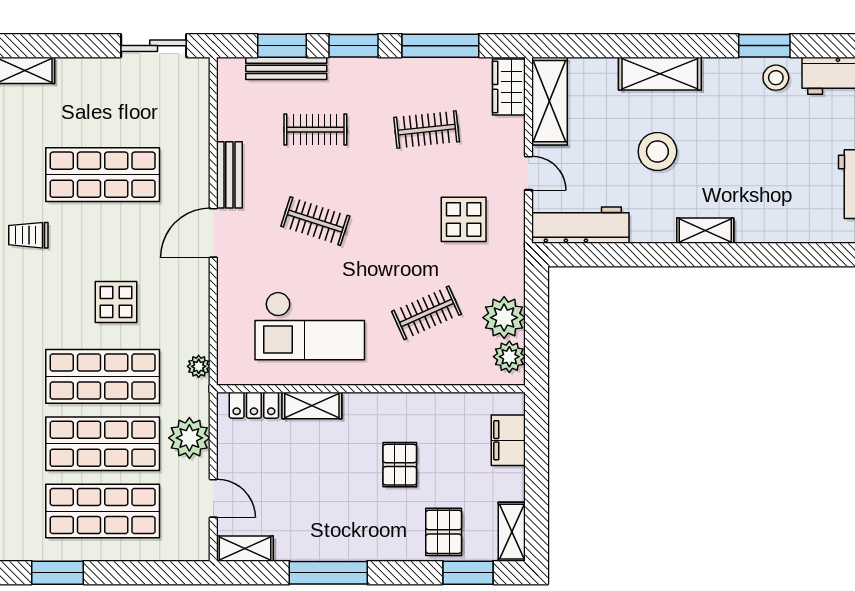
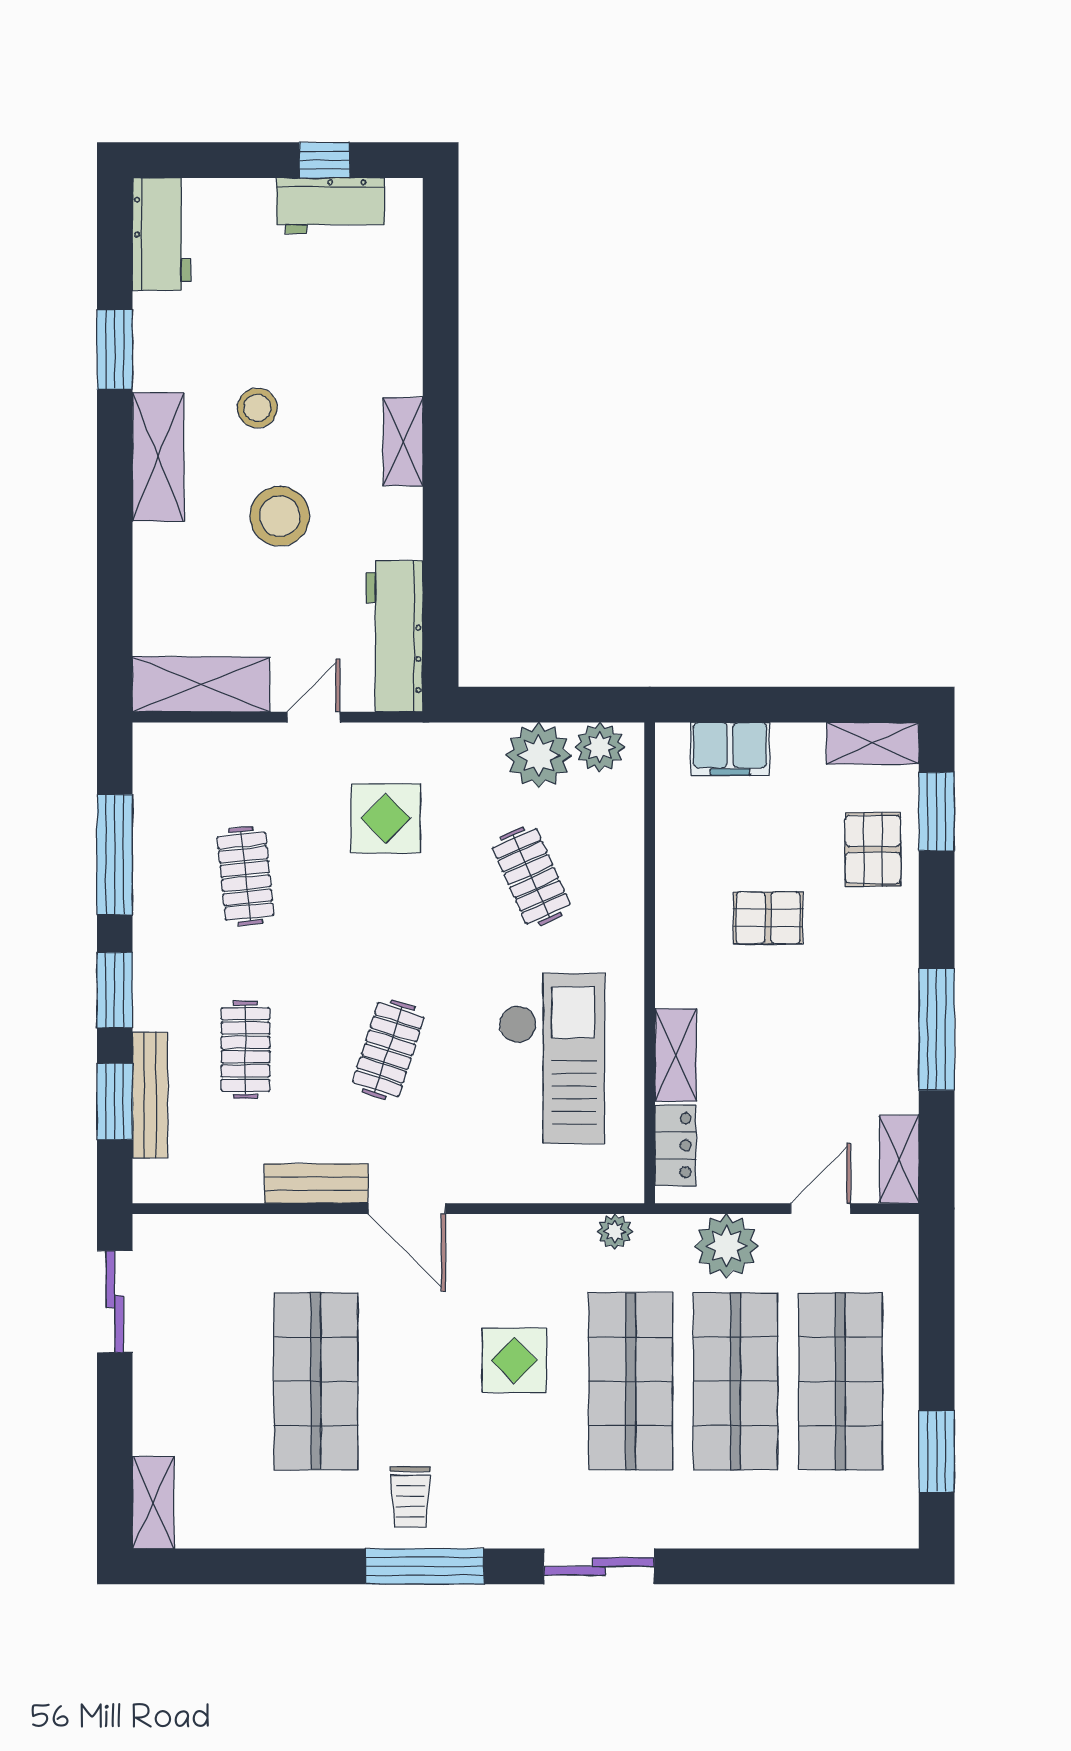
shelving: (660, 74) -> (158, 457), moved
stool: (776, 78) -> (257, 408), moved
wardrobe: (509, 87) -> (179, 748), removed
pallet: (444, 532) -> (873, 849), turned 90

